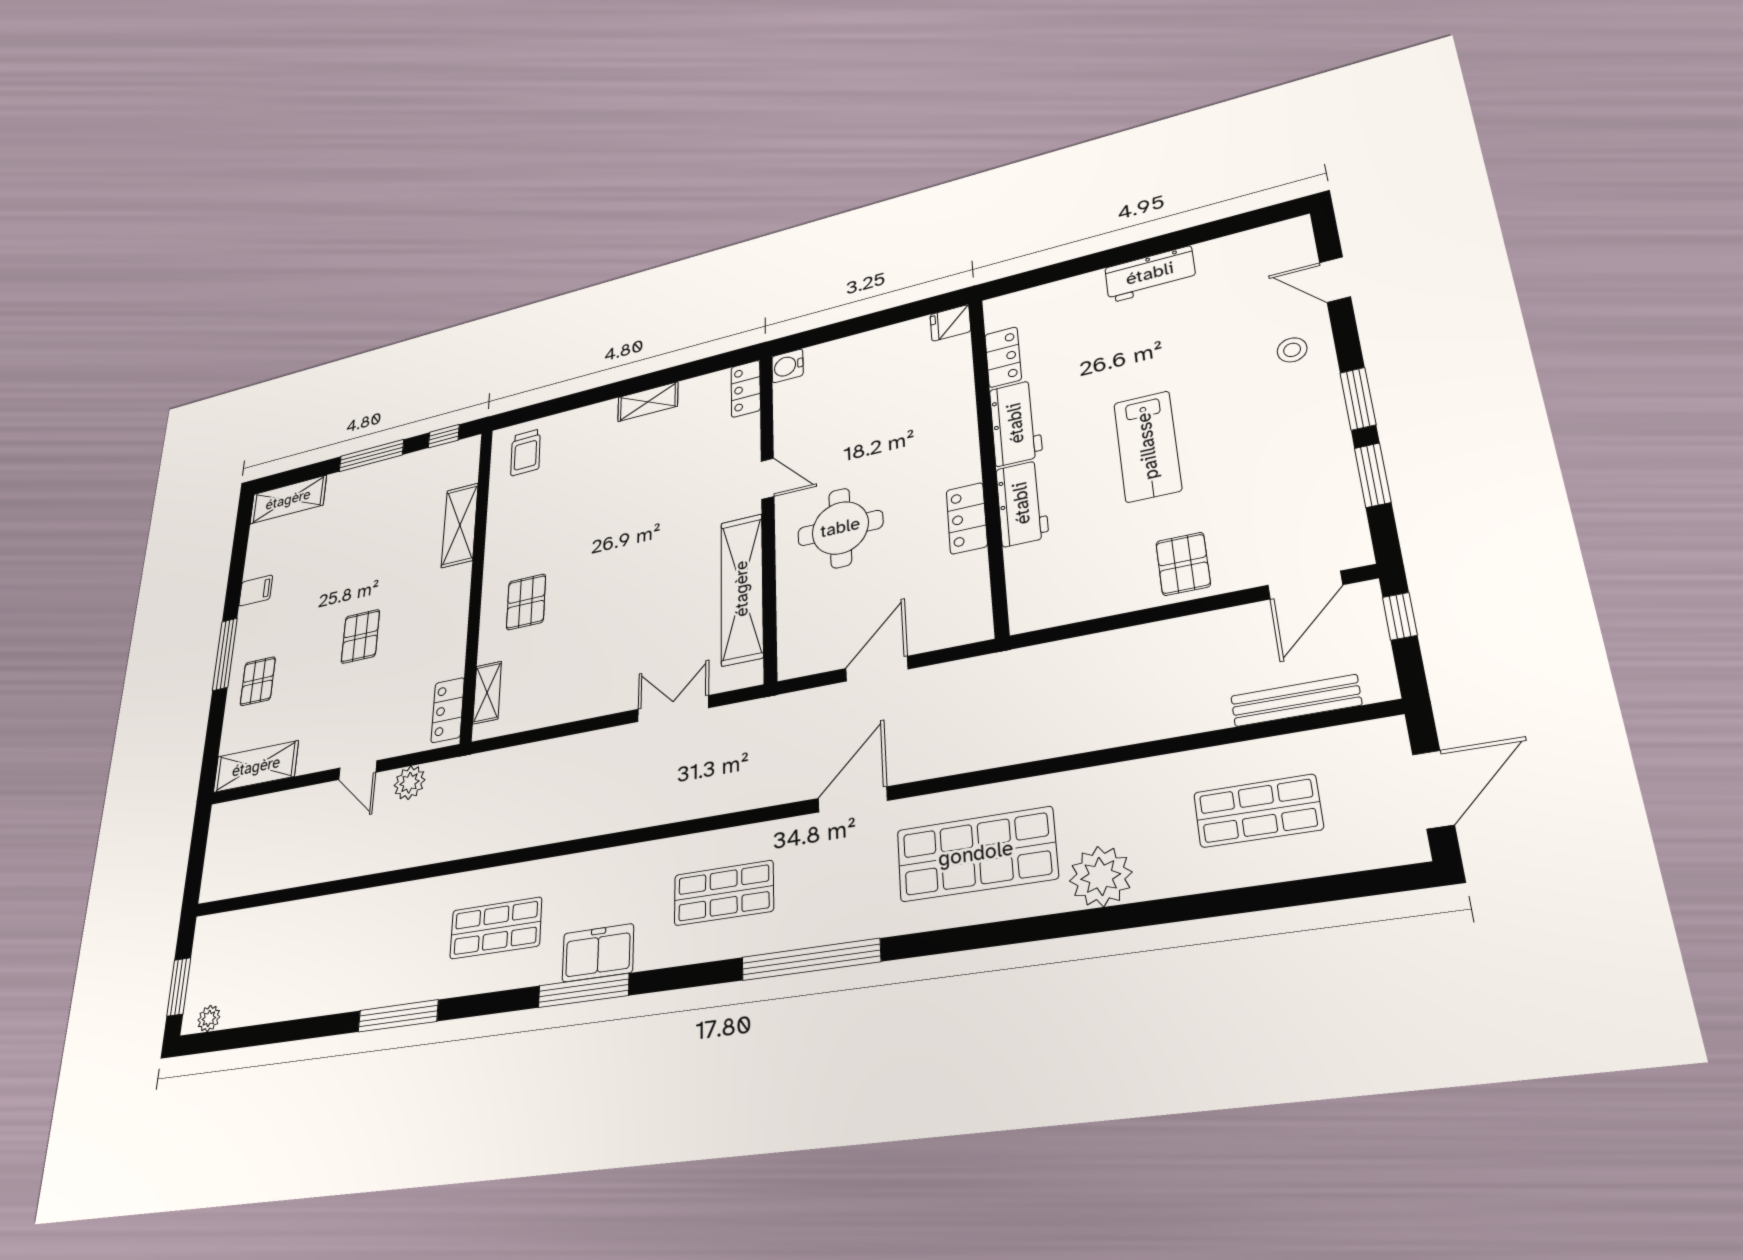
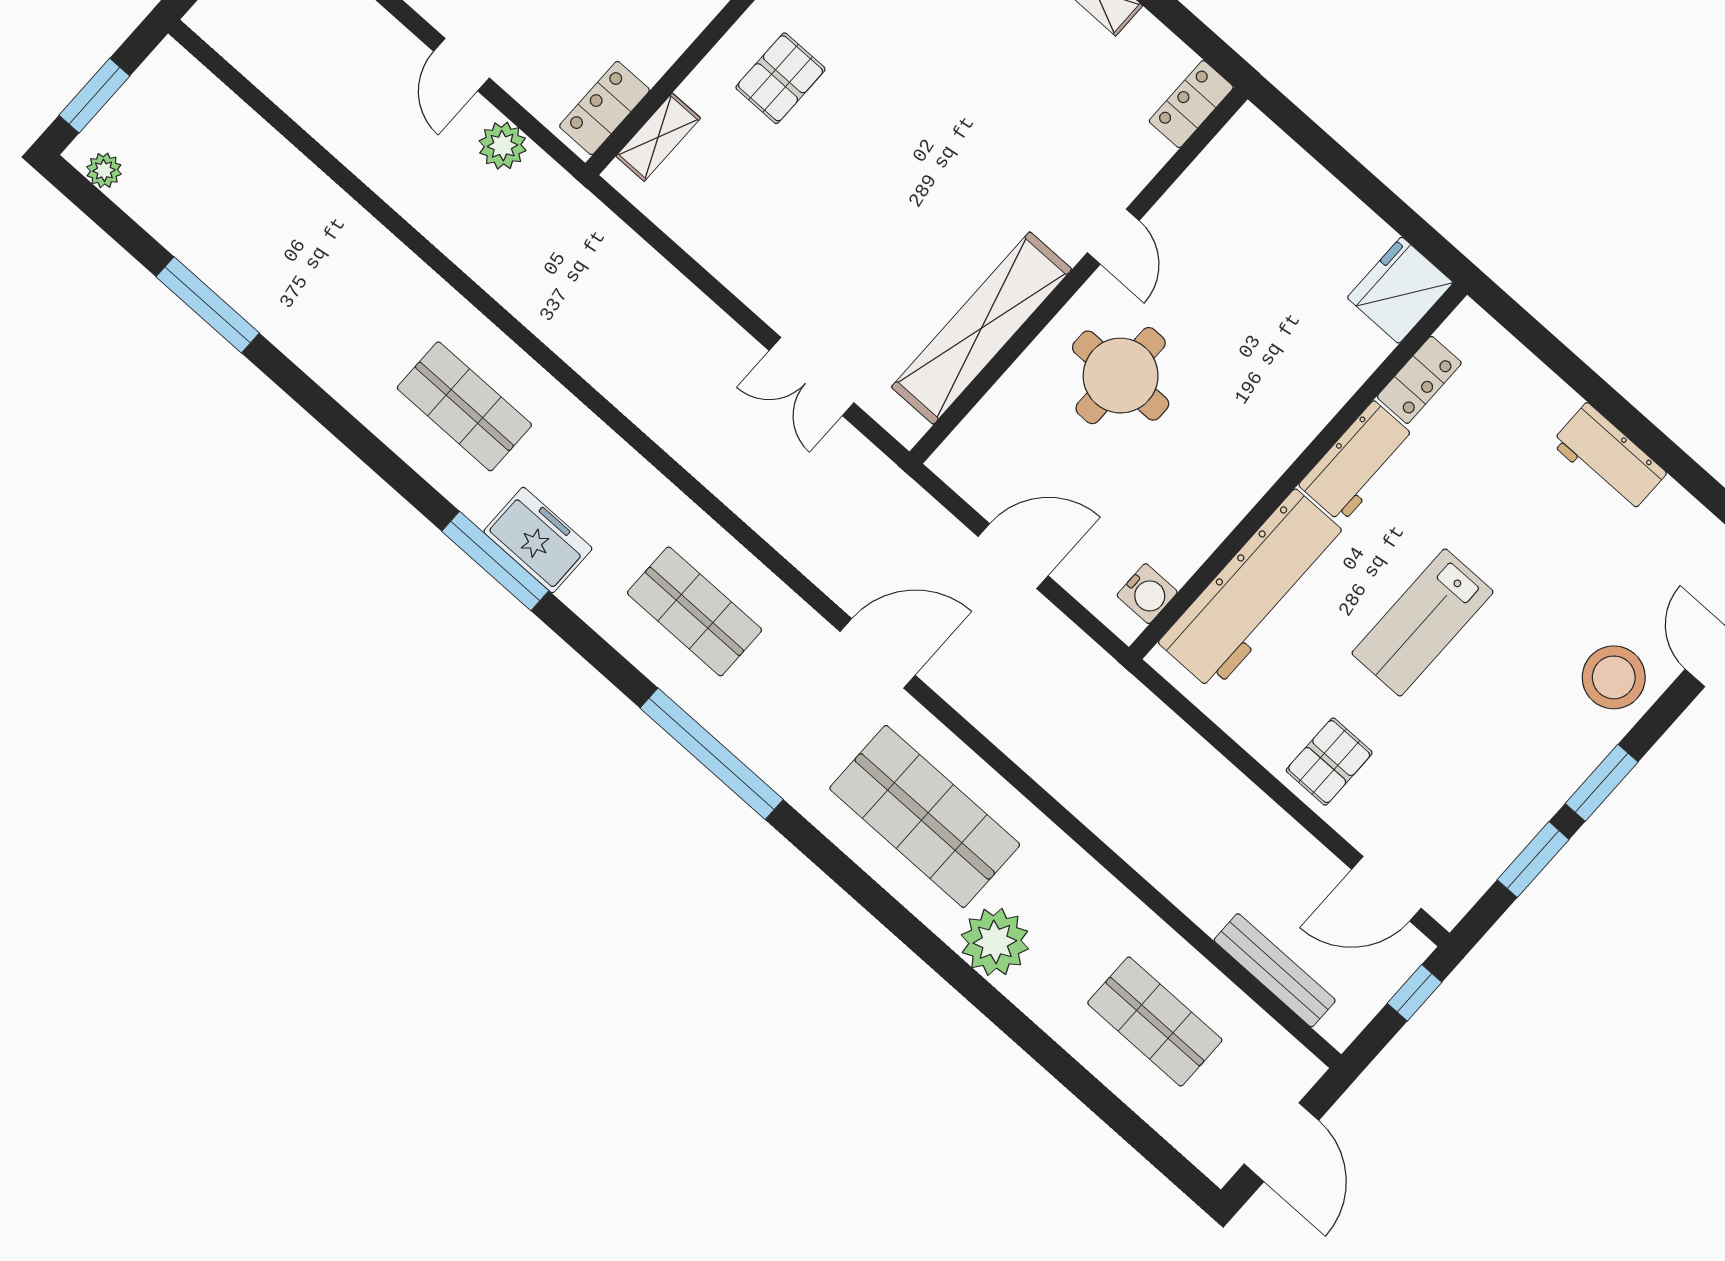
fridge: (950, 323) -> (1400, 290), width x1.88, depth x1.34
stool: (1292, 350) -> (1614, 677), width x1.89, depth x1.89
water cooler: (787, 366) -> (1147, 594), moved, turned 180
workbench: (1022, 503) -> (1254, 590), width x1.88, depth x1.32
locker: (967, 518) -> (1225, 504), removed
double door: (673, 709) -> (812, 377), swing flipped
door: (1433, 789) -> (1281, 1142), hinge flipped
window: (398, 1016) -> (208, 305), moved

